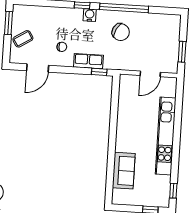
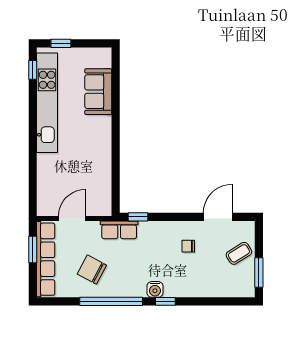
chair: (121, 32) -> (92, 270), moved
row of seats: (173, 44) -> (46, 259), added
row of seats: (88, 61) -> (119, 230), moved
kitchen unit: (166, 136) -> (47, 103), moved

